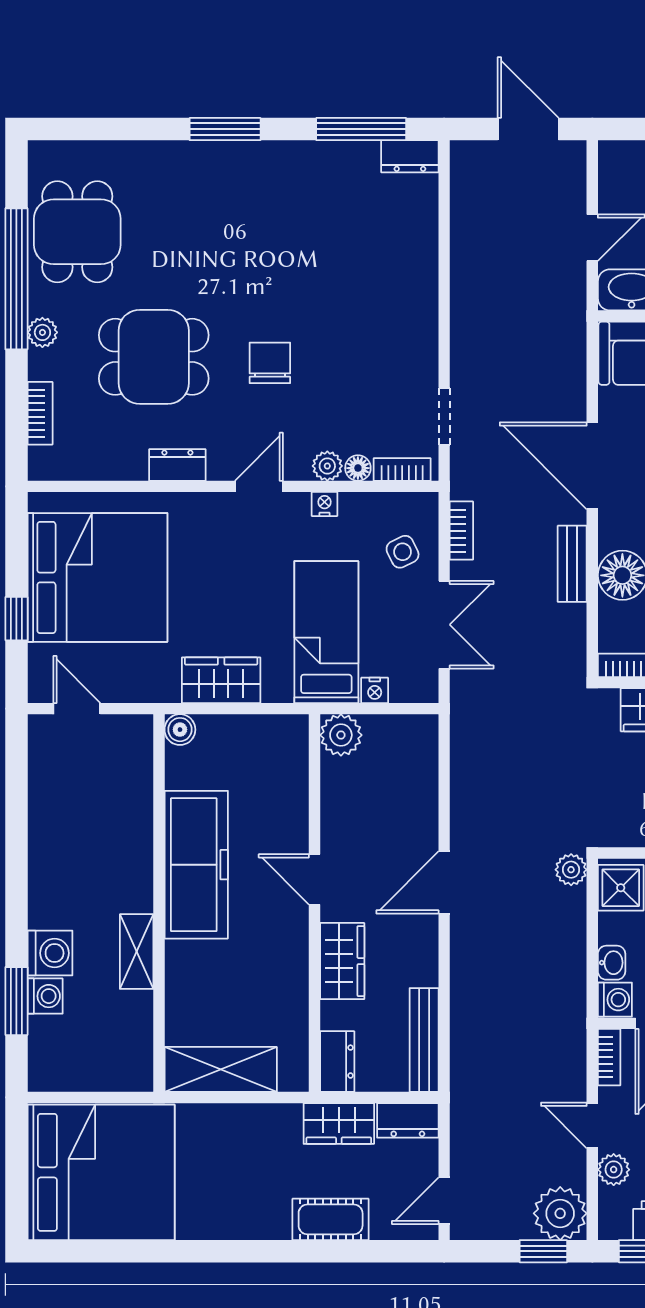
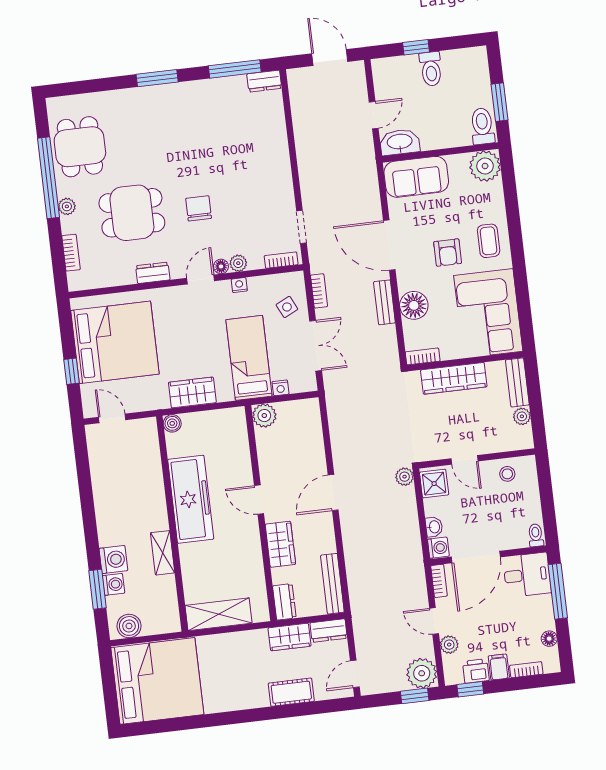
floor lamp: (358, 468) -> (221, 266), moved
boiler: (63, 1071) -> (129, 626), added

